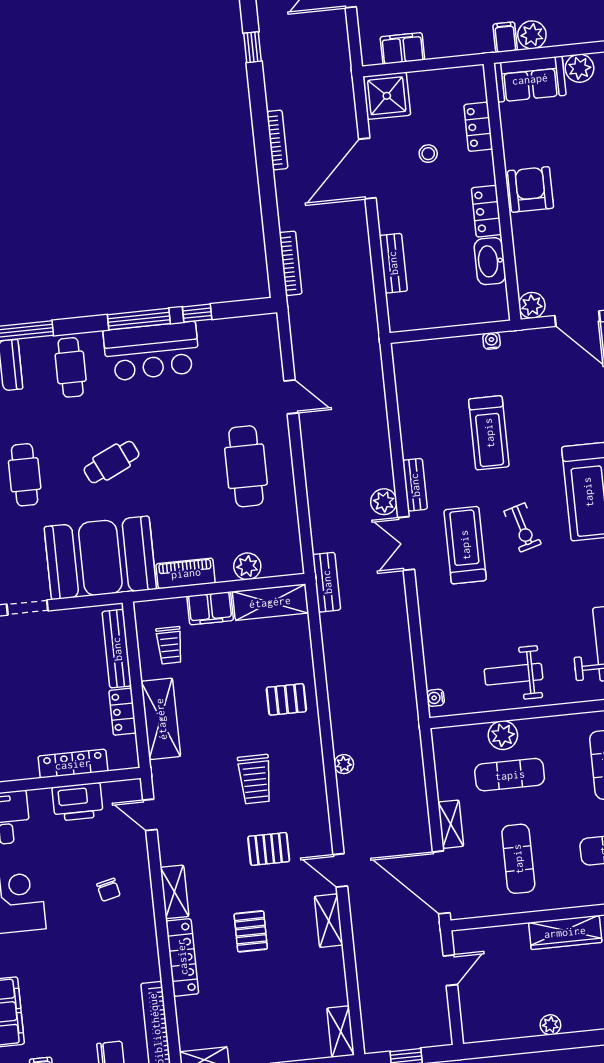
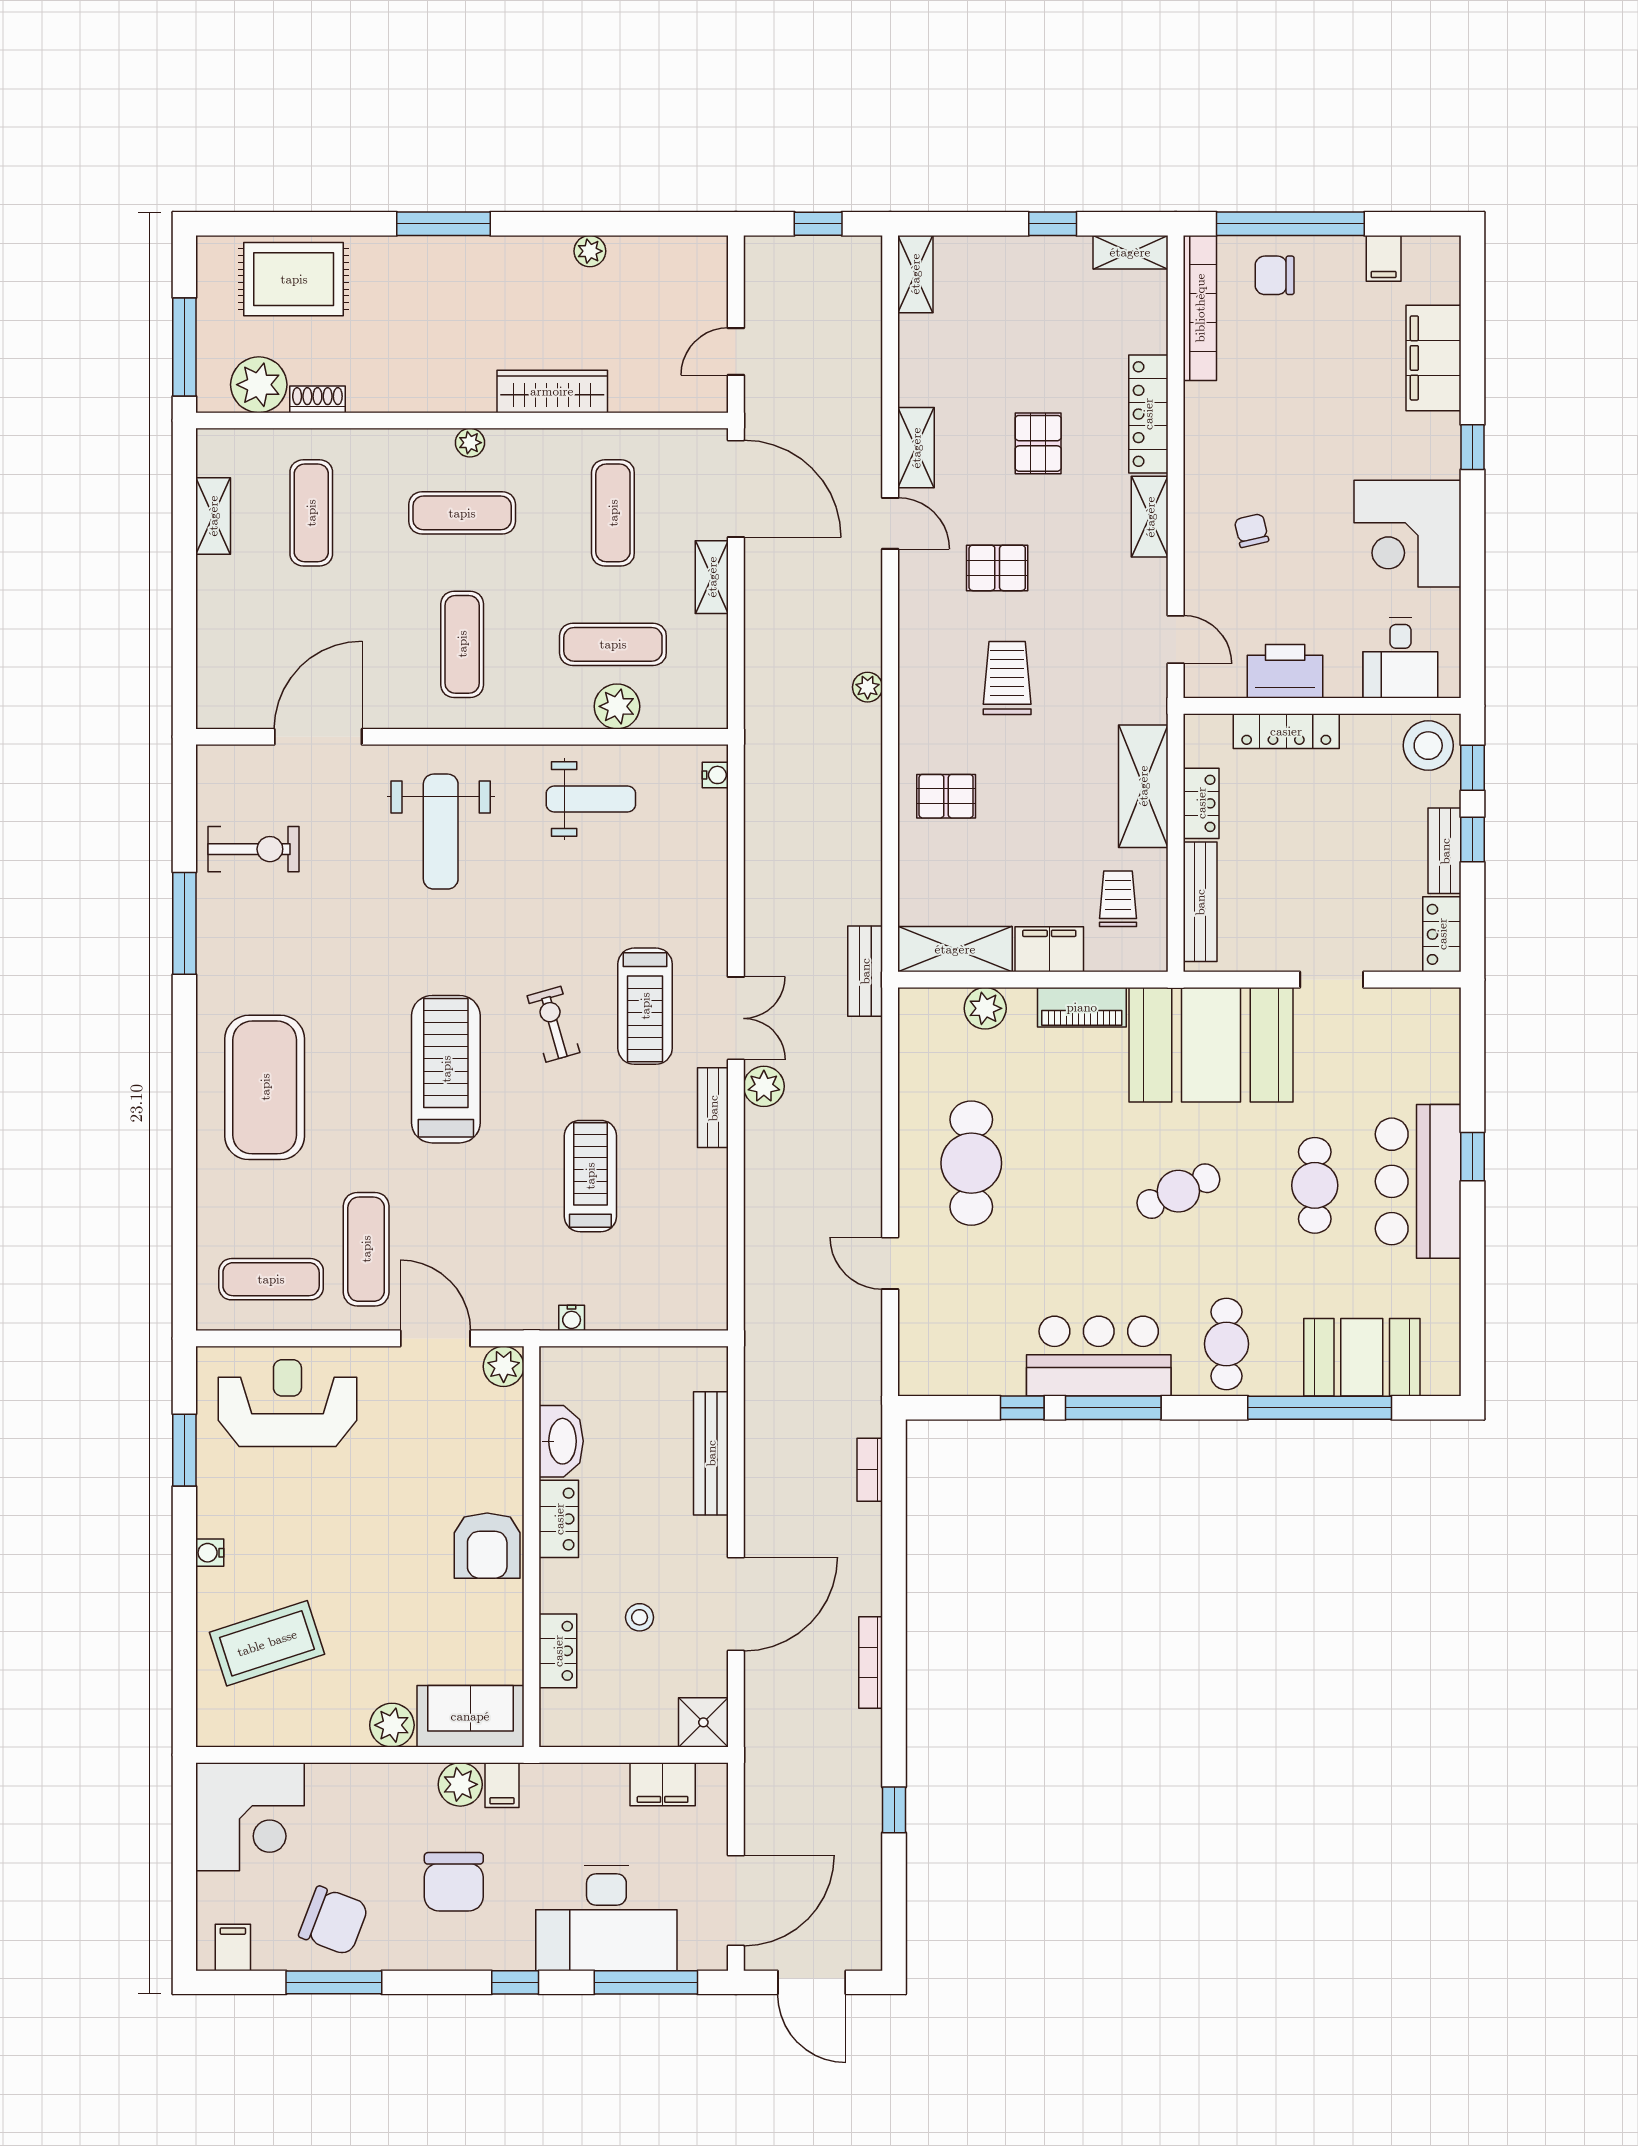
shower: (387, 96) -> (703, 1722), width x0.73, depth x0.73
bookcase: (291, 263) -> (870, 1470), width x0.64
bench: (393, 263) -> (711, 1453), width x1.36

